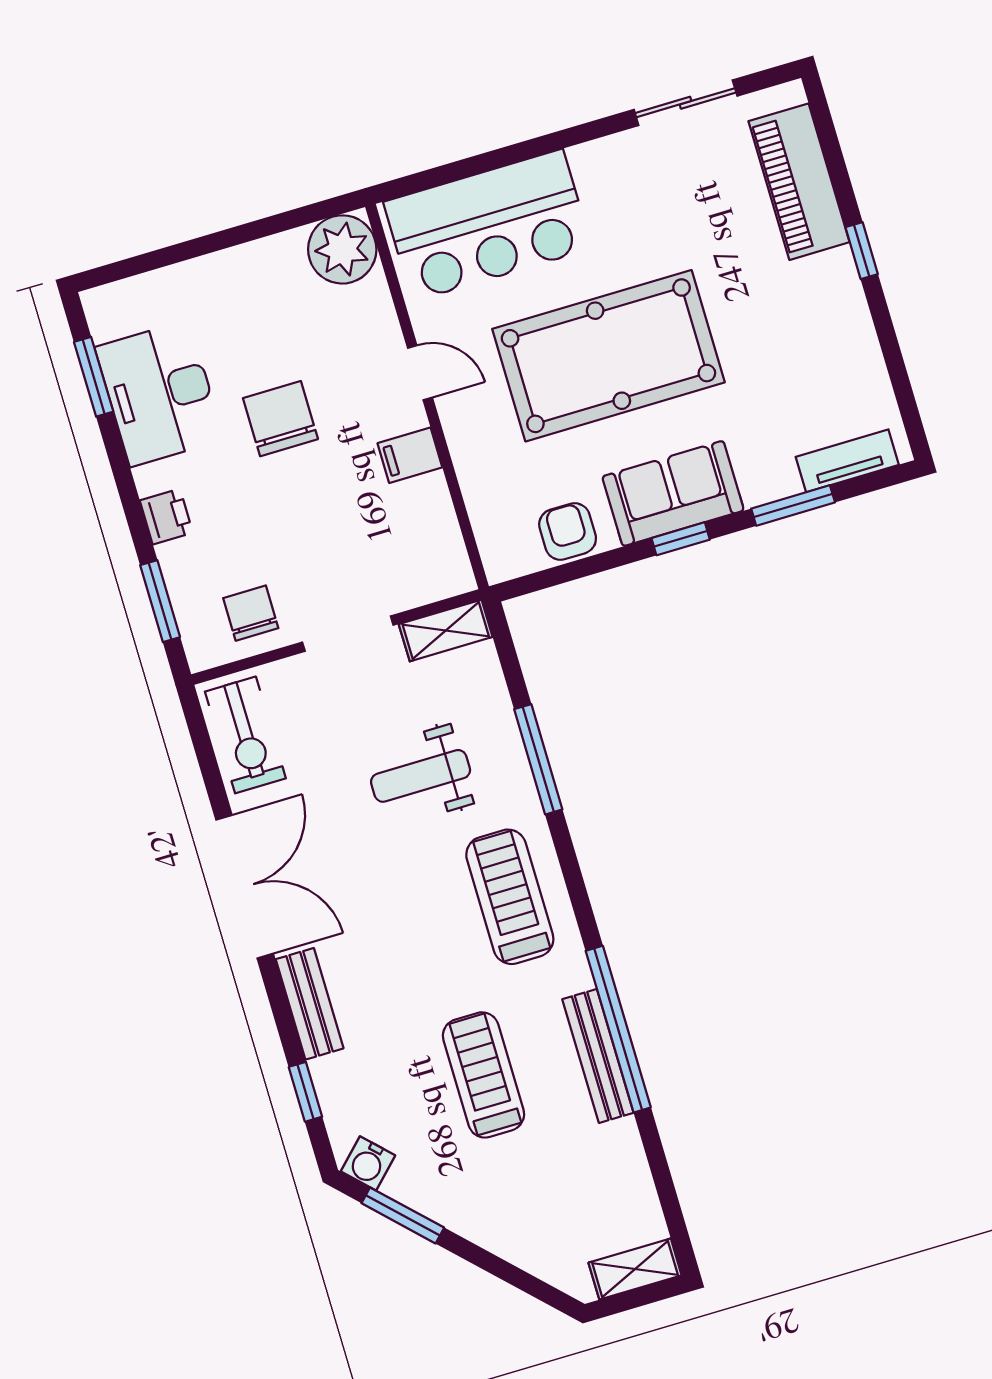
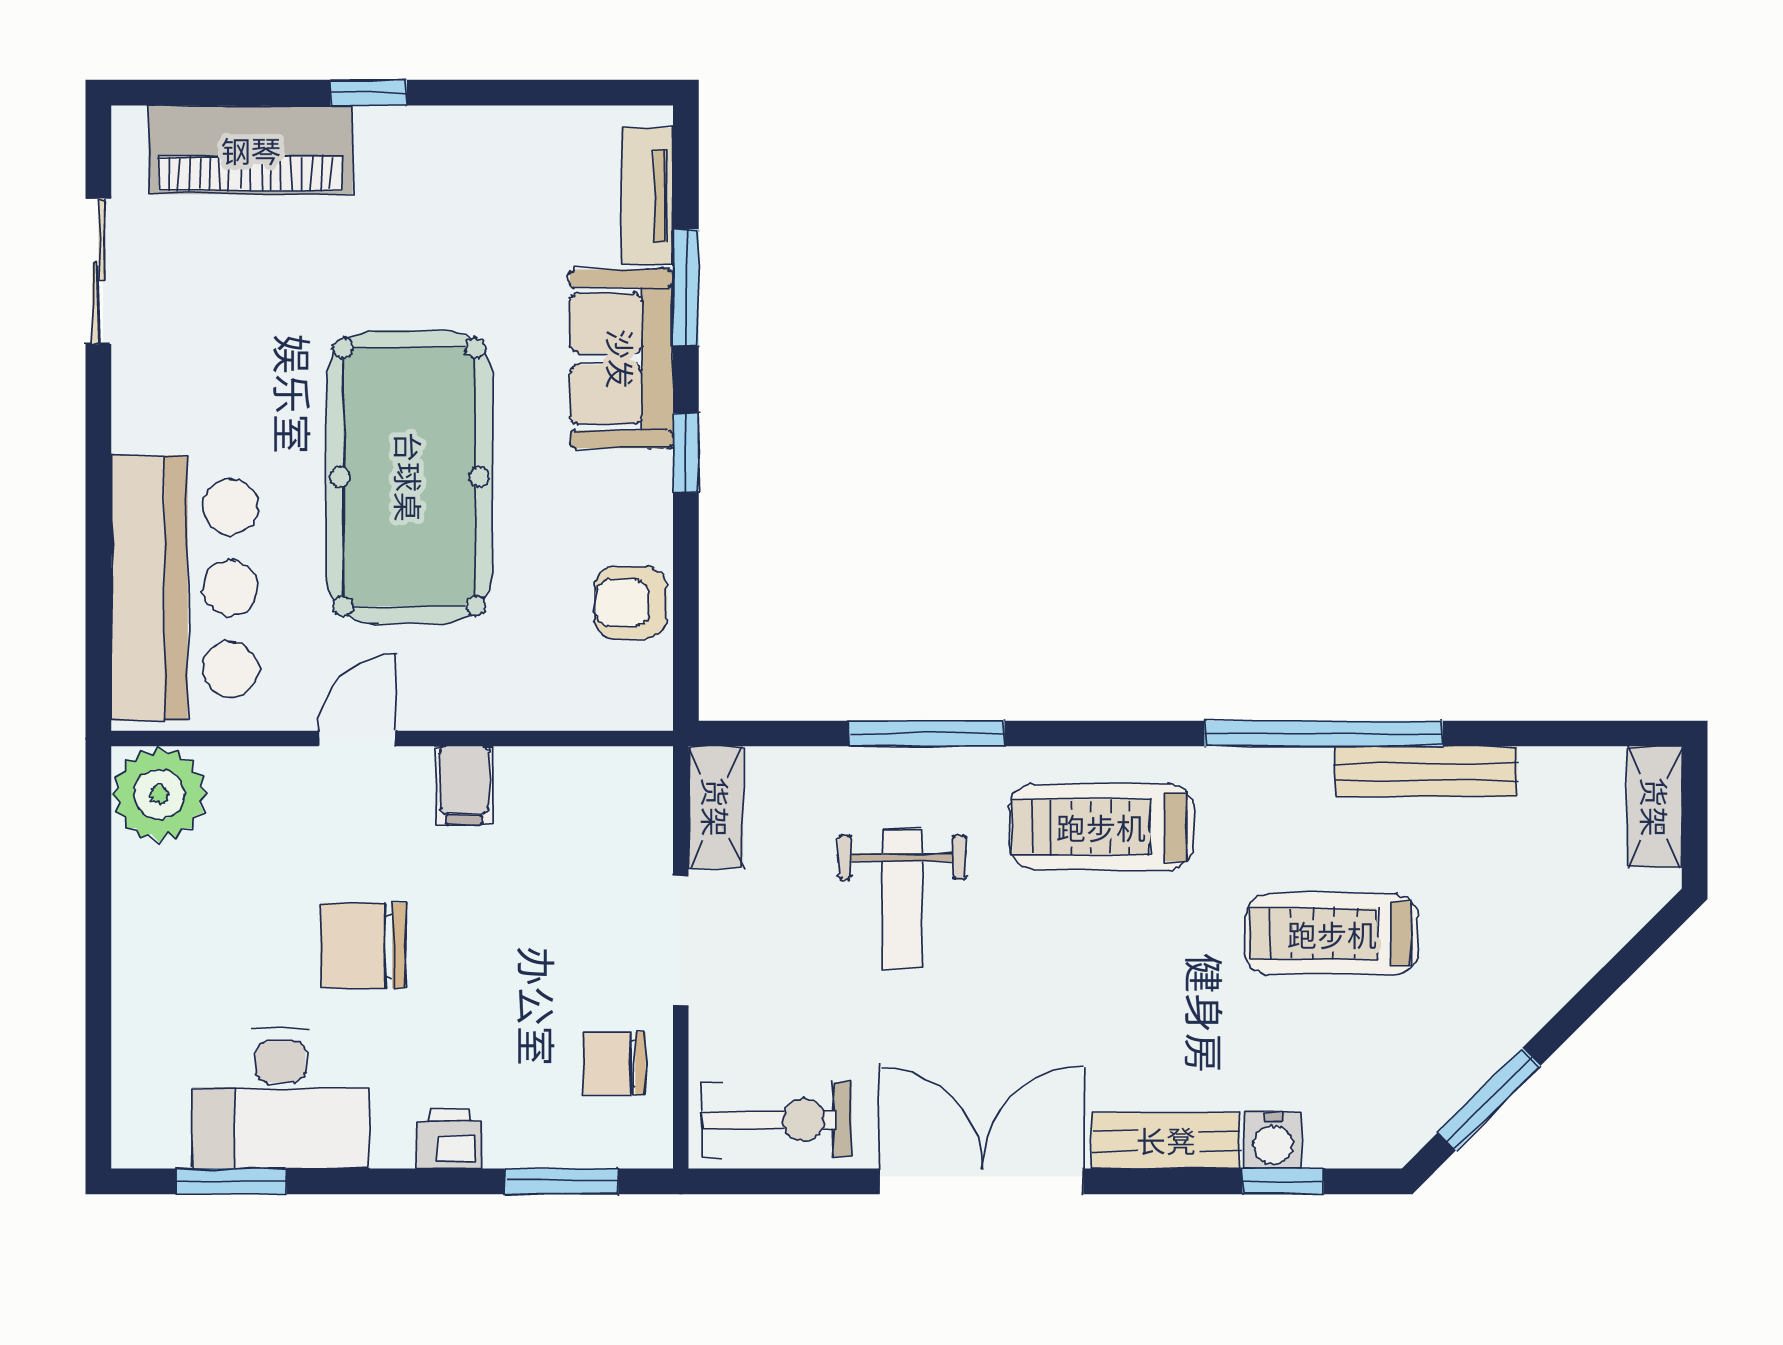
sofa: (673, 493) -> (621, 359), moved
bench: (598, 1056) -> (1426, 772), moved
water cooler: (368, 1163) -> (1273, 1140), moved, turned 45

